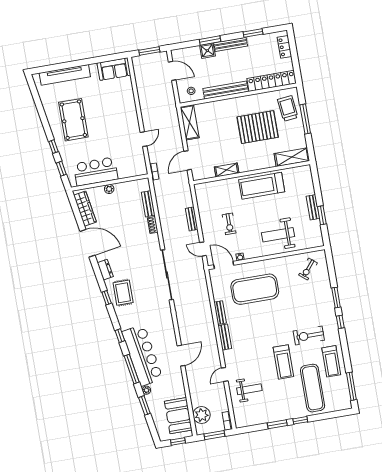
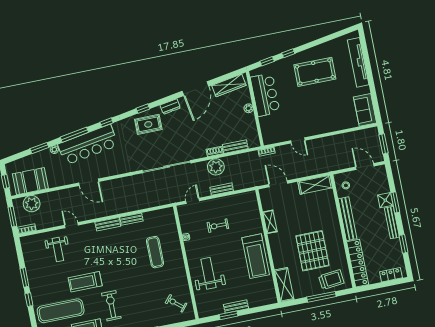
door: (172, 71) -> (365, 167), swing flipped
treadmill: (262, 186) -> (256, 256), turned 180
plant: (169, 224) -> (216, 167), added
door: (224, 265) -> (178, 221), removed
exercise mat: (255, 289) -> (155, 252), width x0.50, depth x0.69

